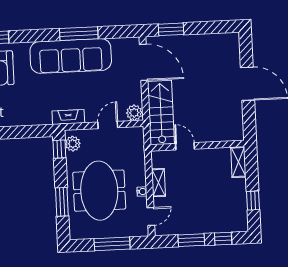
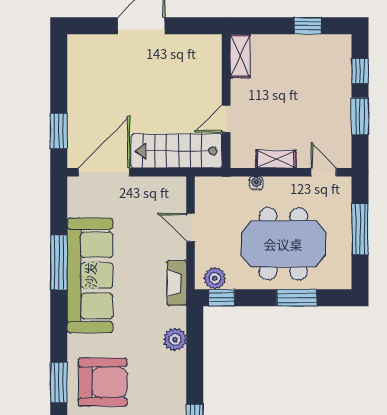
plant: (134, 113) -> (175, 339), moved
shelving: (238, 162) -> (240, 56), moved, turned 90
water cooler: (142, 192) -> (256, 183), moved

